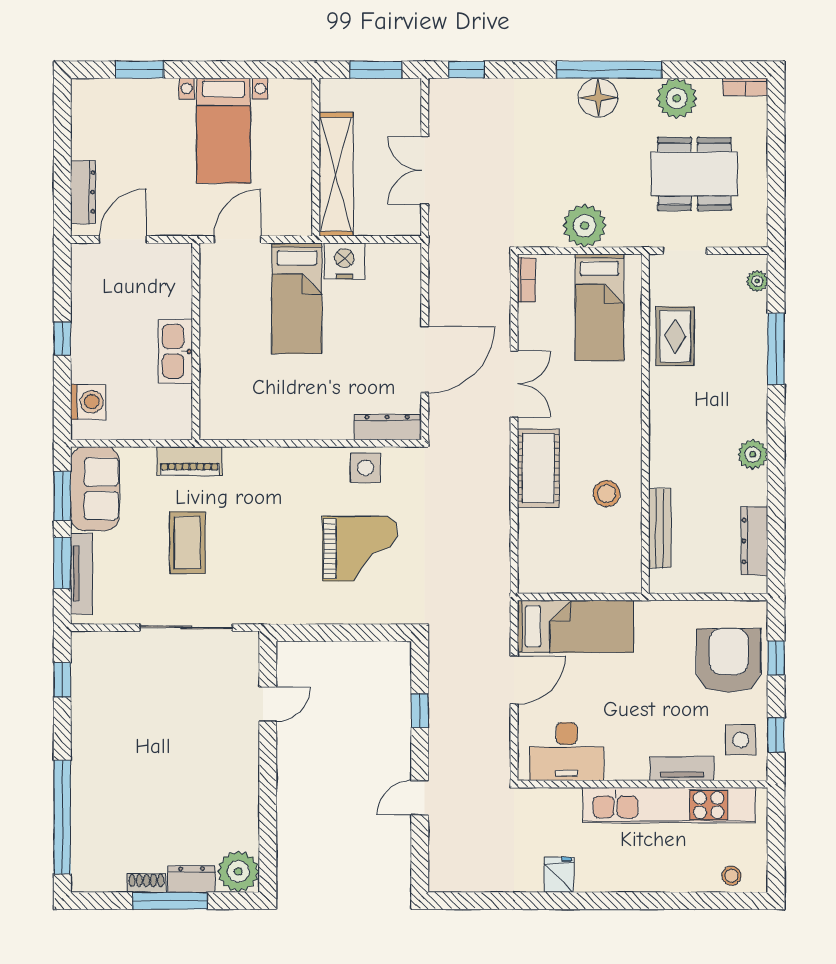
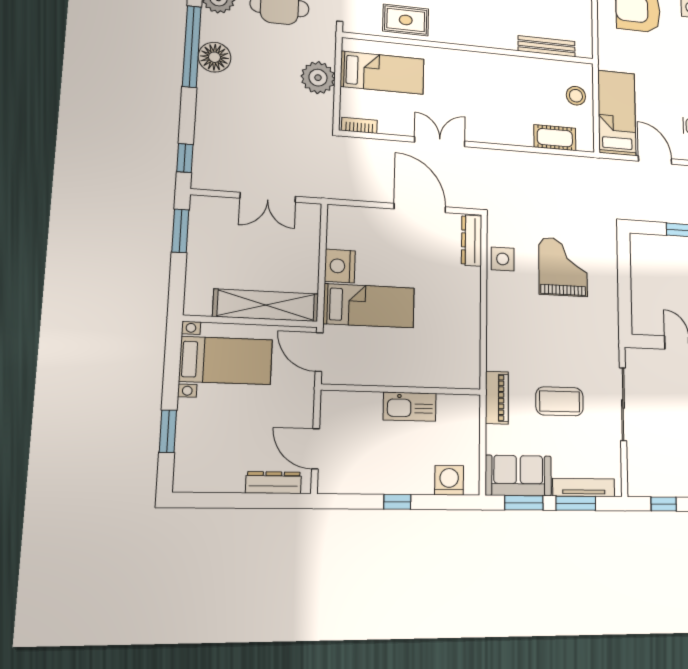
wall: (316, 157) -> (251, 321), moved
shelving: (336, 174) -> (266, 305), moved
cot: (538, 468) -> (555, 138), moved, width x0.73, depth x0.75
stool: (607, 494) -> (576, 96), moved

